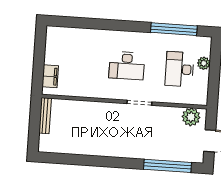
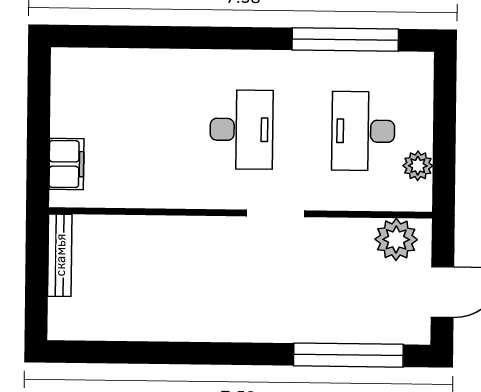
plant: (204, 63) -> (418, 166), moved
desk: (127, 66) -> (241, 130), turned -90

